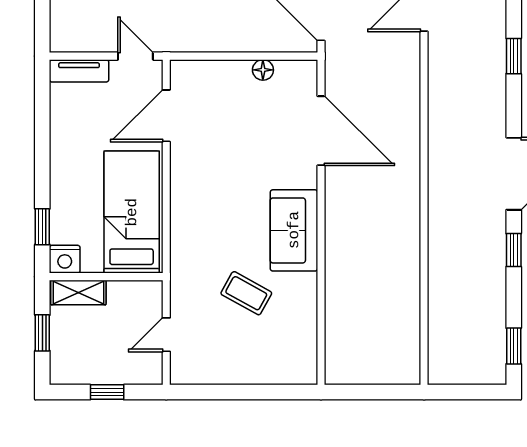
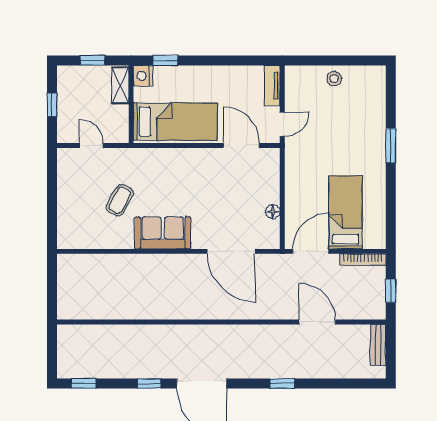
door: (321, 131) -> (231, 251), hinge flipped

